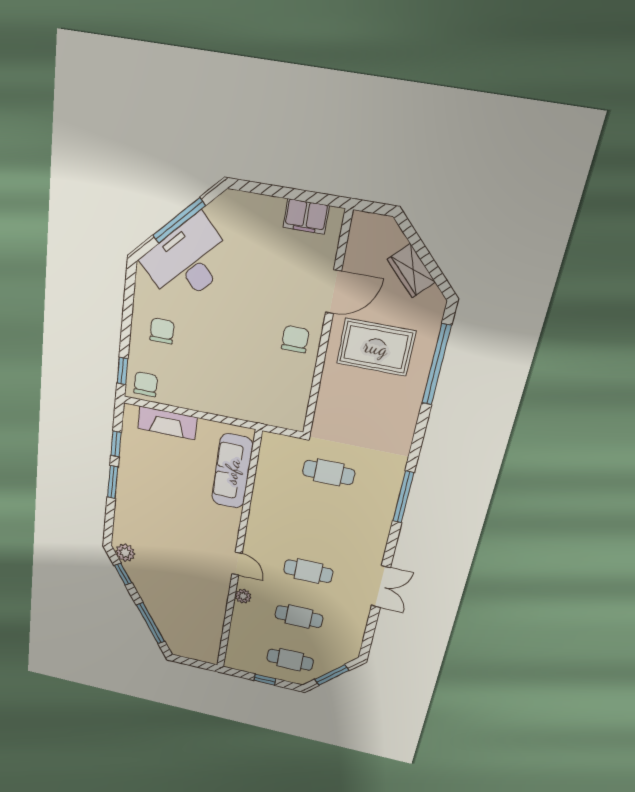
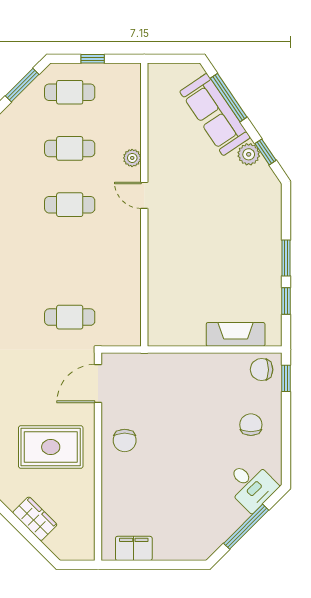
desk: (188, 261) -> (251, 485), width x0.53, depth x0.77
door: (333, 292) -> (98, 384), moved
chair: (162, 331) -> (251, 425), turned 180
chair: (146, 384) -> (262, 370), turned 90
sofa: (232, 471) -> (215, 114), moved, turned 146
plant: (125, 553) -> (249, 154), moved

